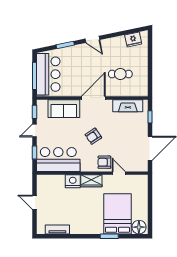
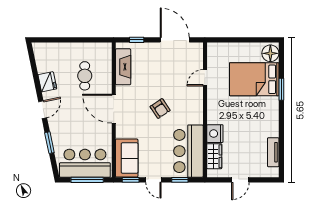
fridge: (133, 39) -> (47, 82), moved
sofa: (64, 109) -> (127, 158), moved
armchair: (104, 162) -> (192, 95), removed
wardrobe: (91, 181) -> (214, 156), moved

